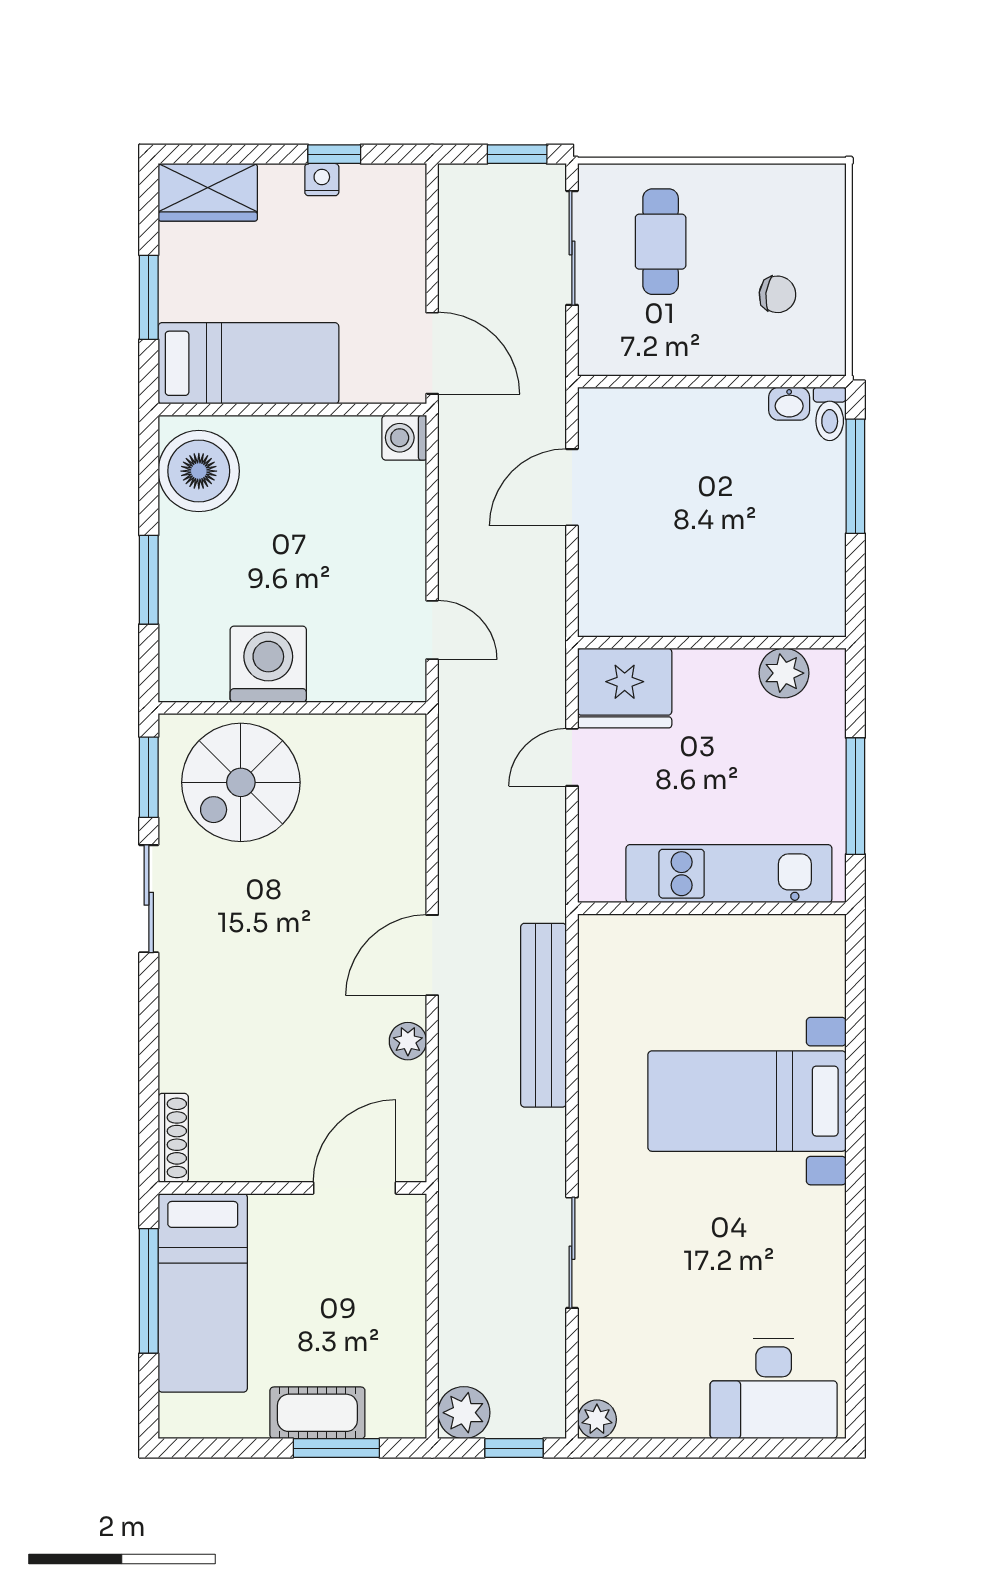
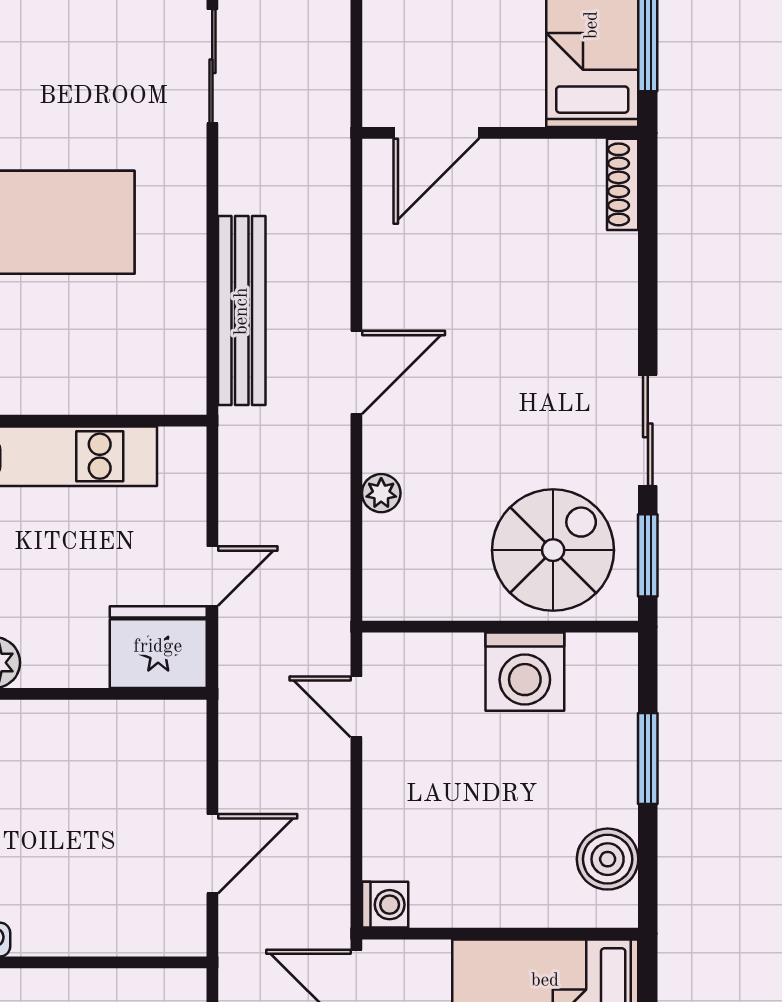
boiler: (199, 471) -> (608, 859), width x0.73, depth x0.73
plant: (408, 1041) -> (381, 493), moved

